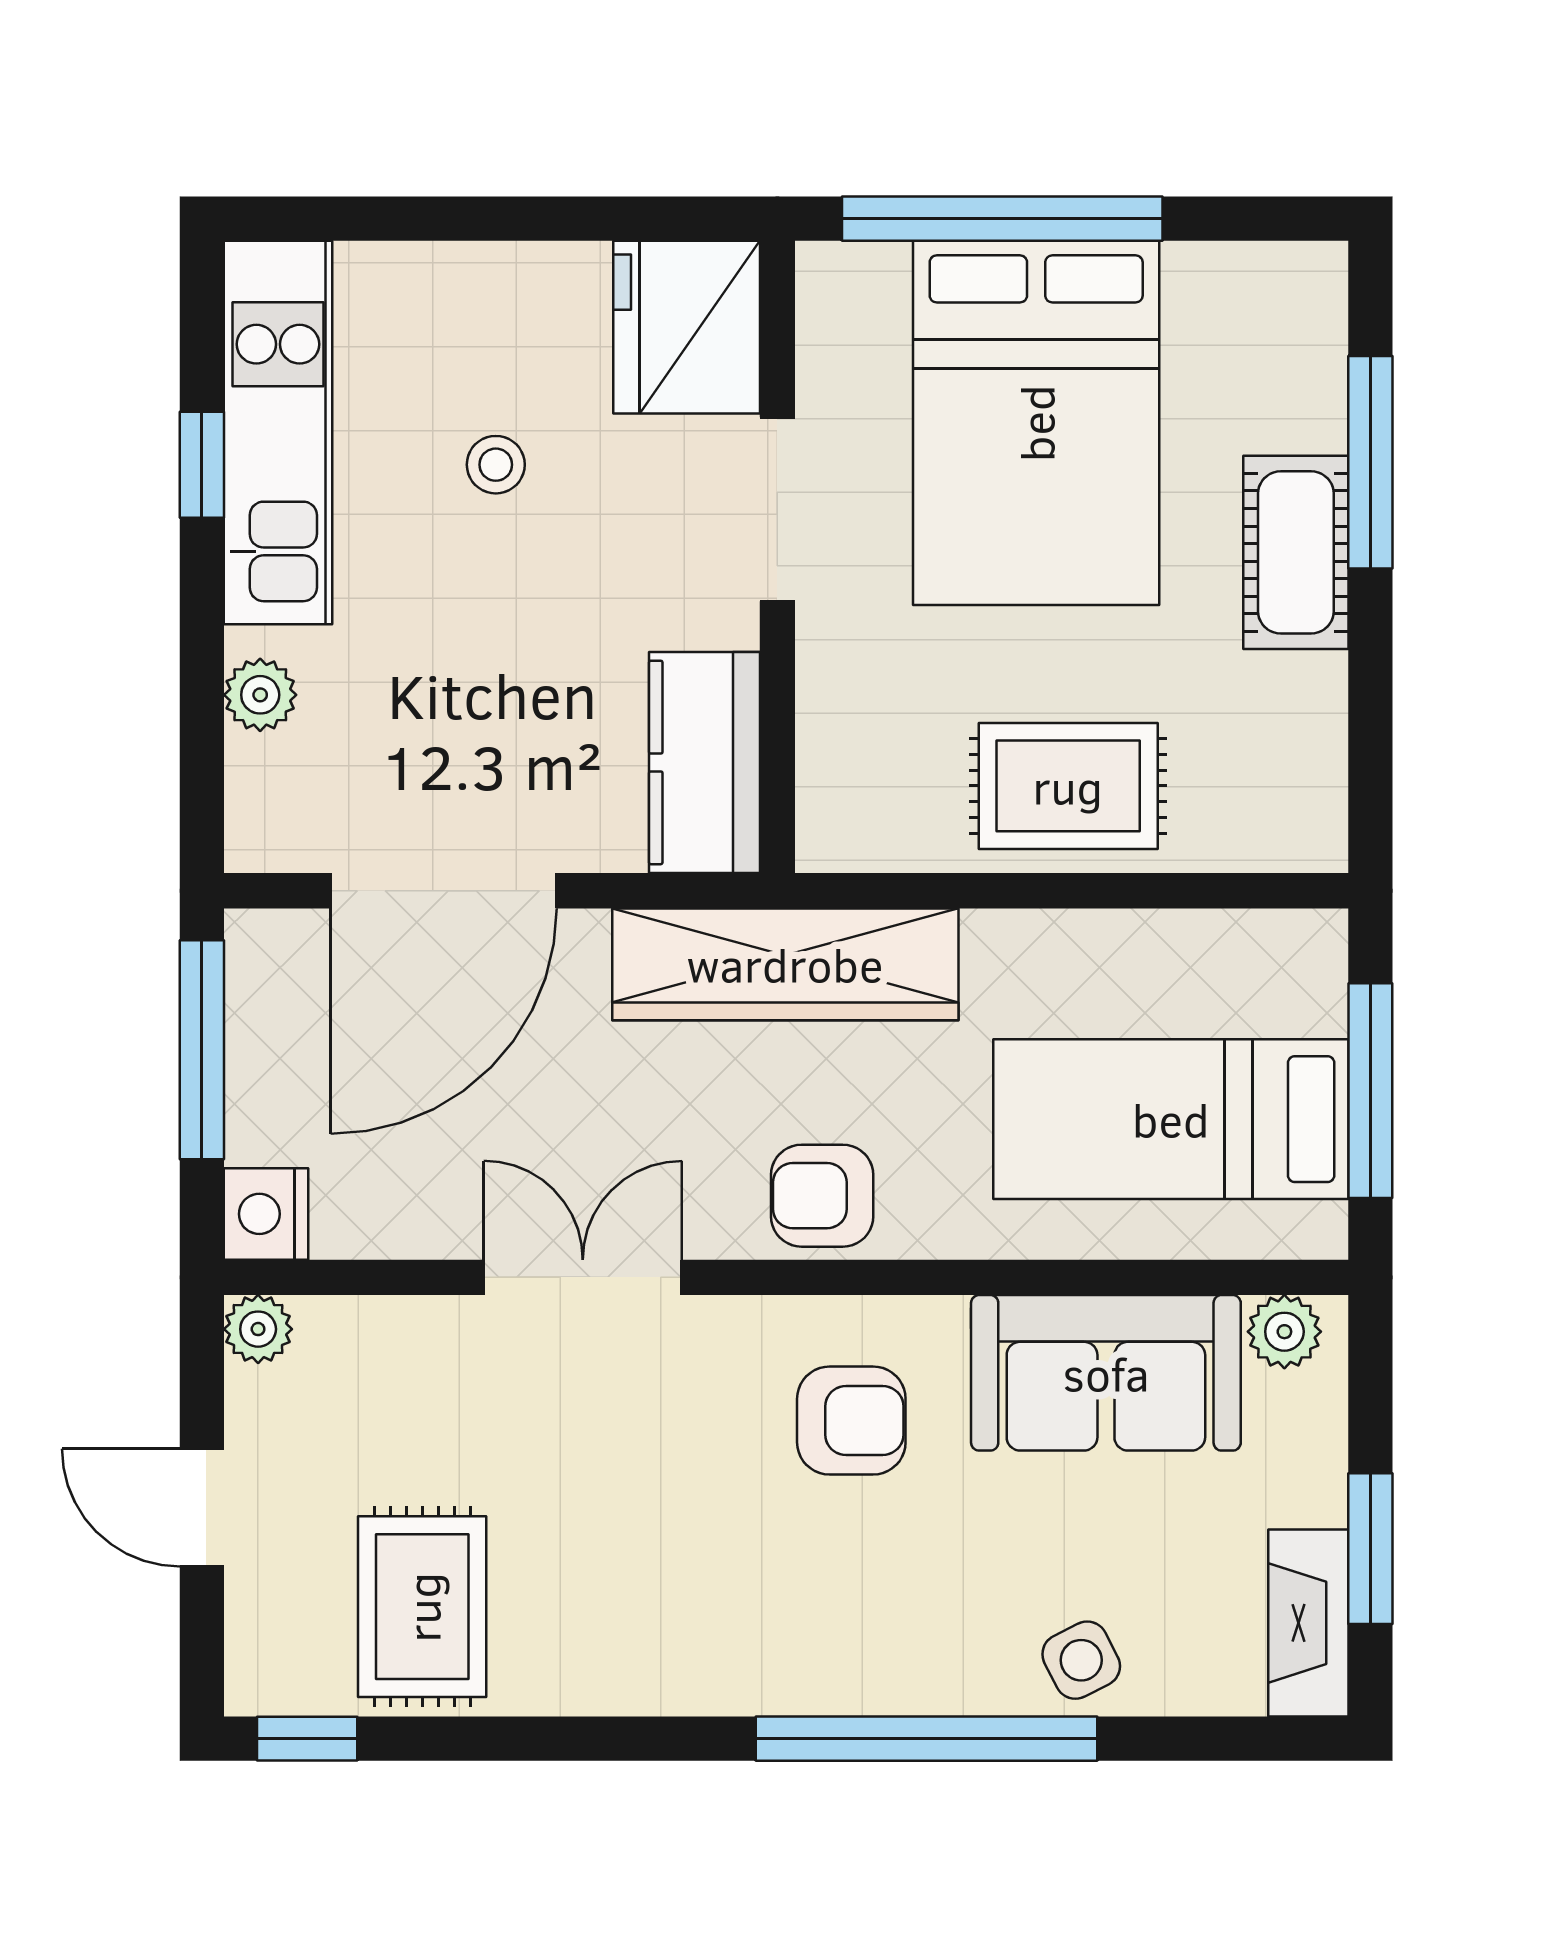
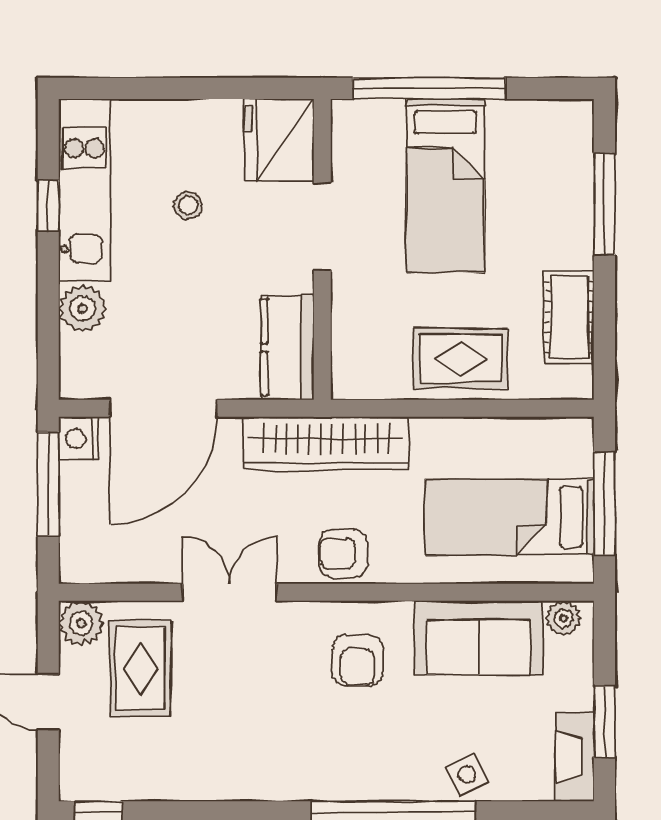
bed: (1036, 423) -> (445, 186), width x0.67
cot: (1296, 552) -> (569, 317), moved
plant: (260, 695) -> (82, 309), width x1.38, depth x1.38
nightstand: (266, 1214) -> (79, 439), moved
plant: (258, 1329) -> (81, 623), width x1.38, depth x1.38
armchair: (851, 1421) -> (357, 661), turned 90
rug: (422, 1607) -> (140, 668), moved

